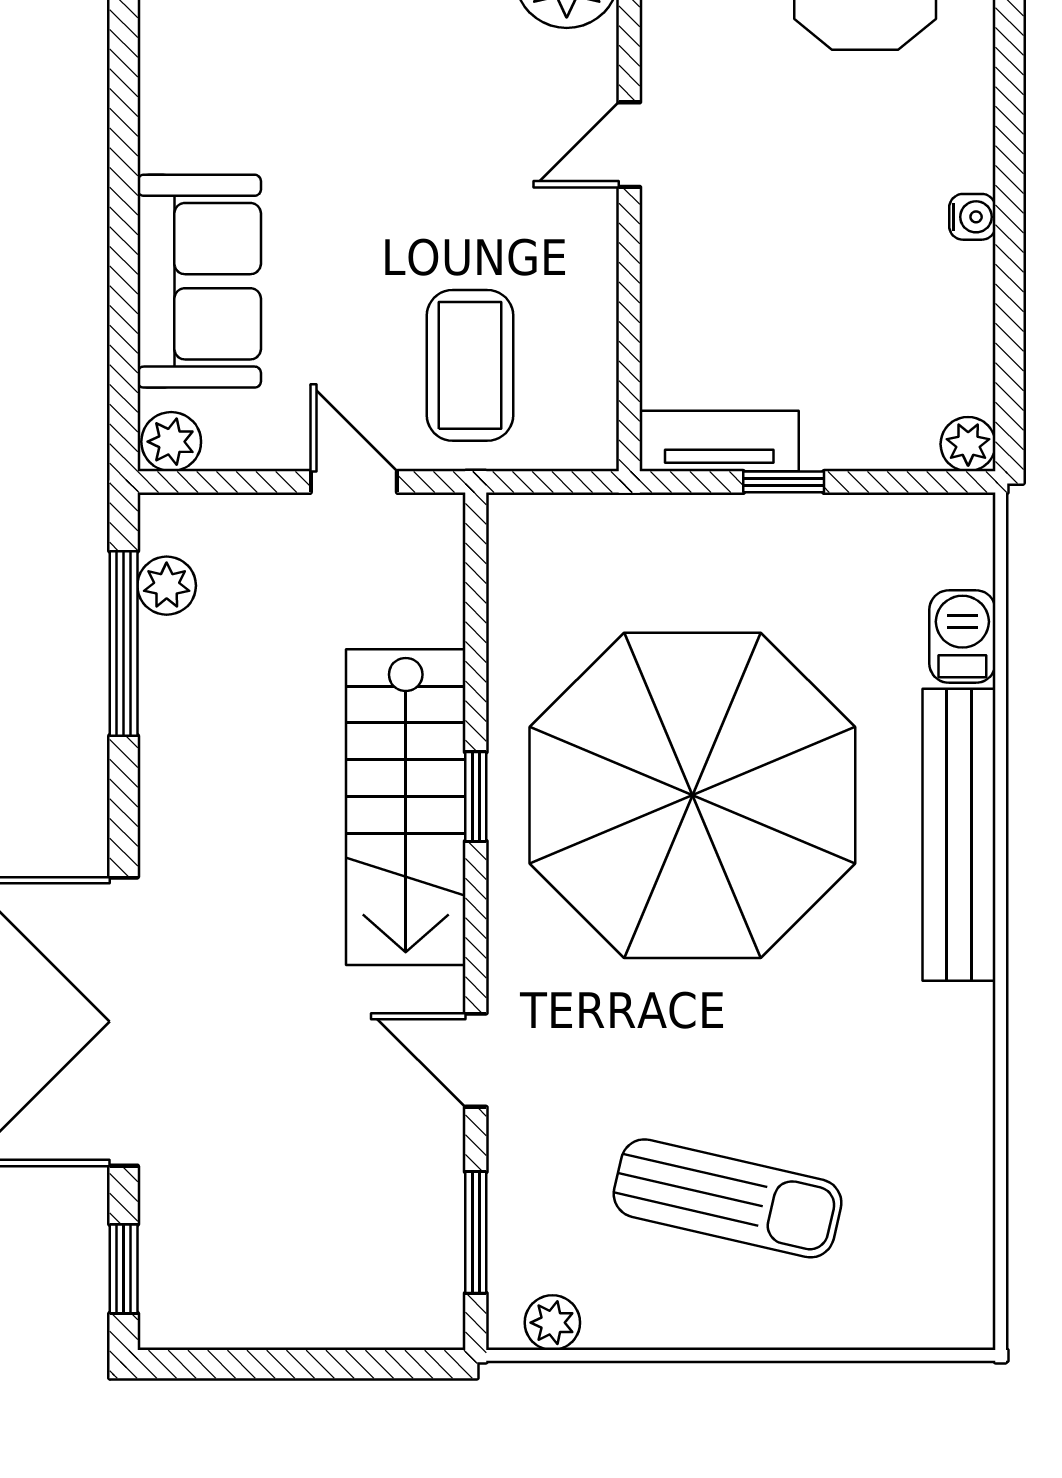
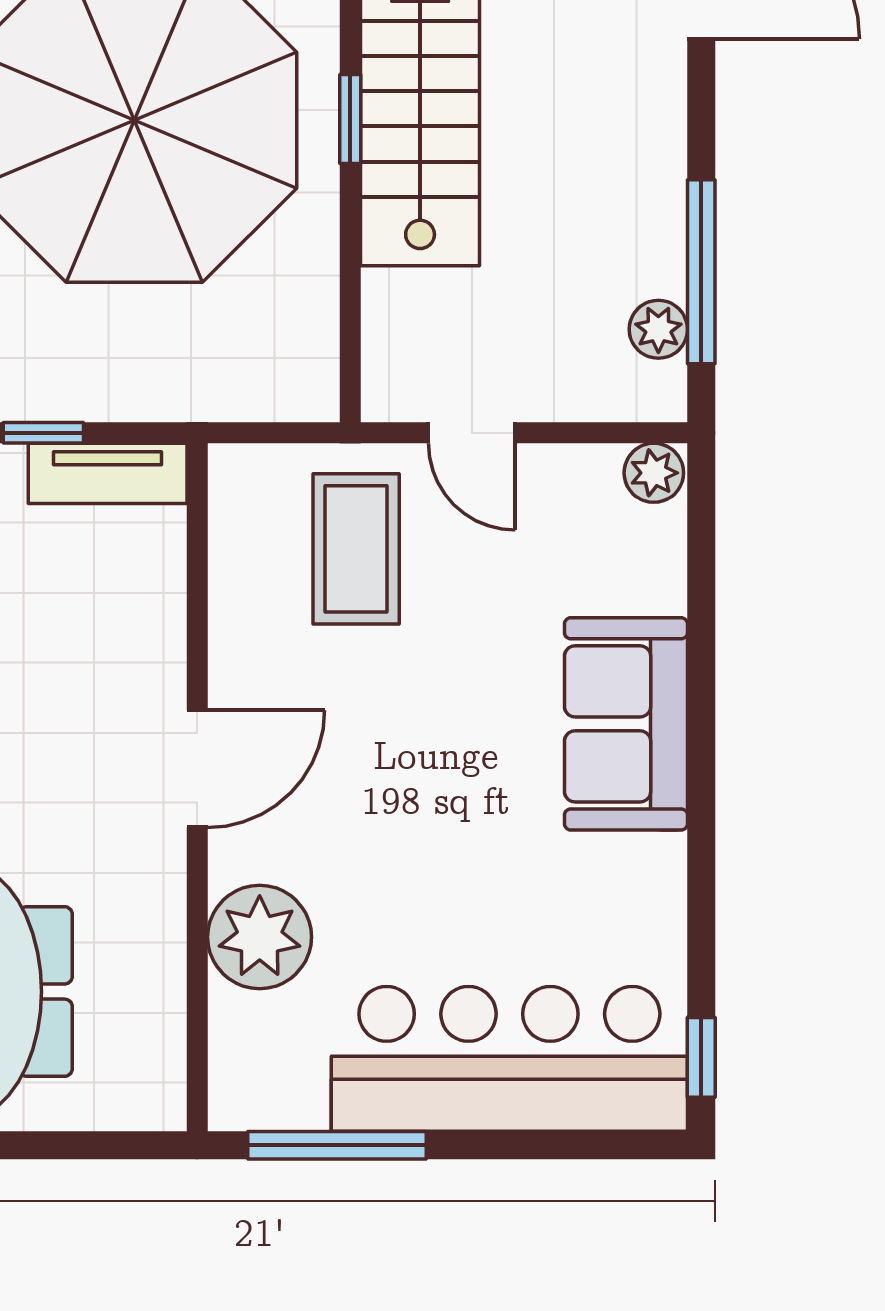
door: (629, 145) -> (197, 769), width x1.37
sofa: (199, 281) -> (626, 724), moved

